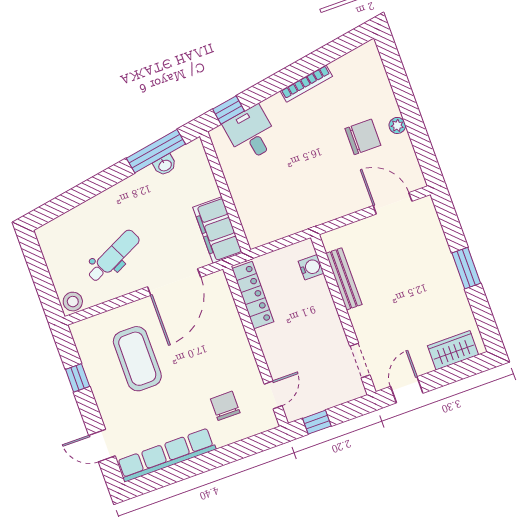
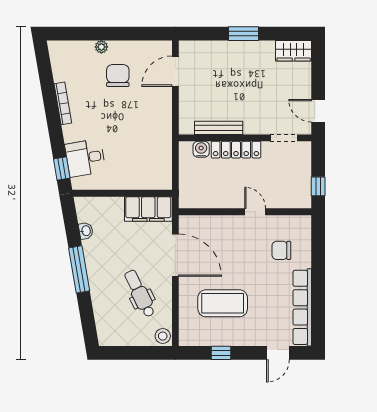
plant: (397, 125) -> (101, 47), moved
window: (156, 151) -> (79, 269), moved
locker: (253, 295) -> (236, 150), moved, turned 180
wardrobe: (453, 350) -> (294, 51), moved, turned -90
door: (273, 395) -> (255, 212), moved

